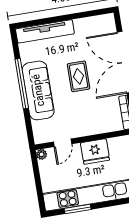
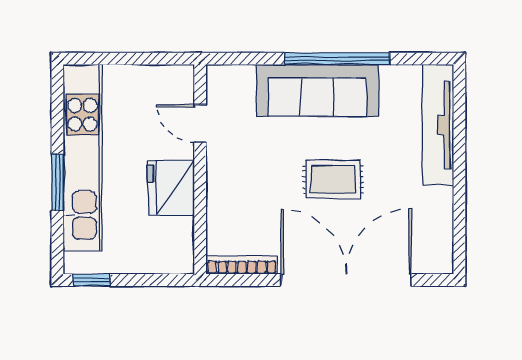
plant: (42, 154) -> (183, 76), removed
window: (78, 209) -> (57, 182), moved

